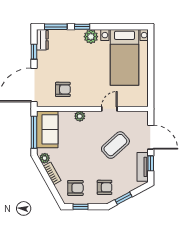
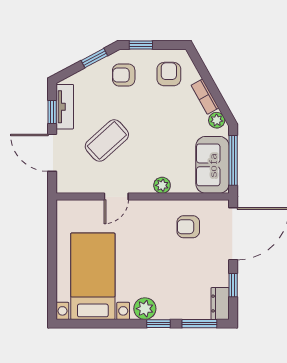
armchair: (75, 188) -> (169, 74), turned 90
window: (80, 207) -> (141, 45), moved

